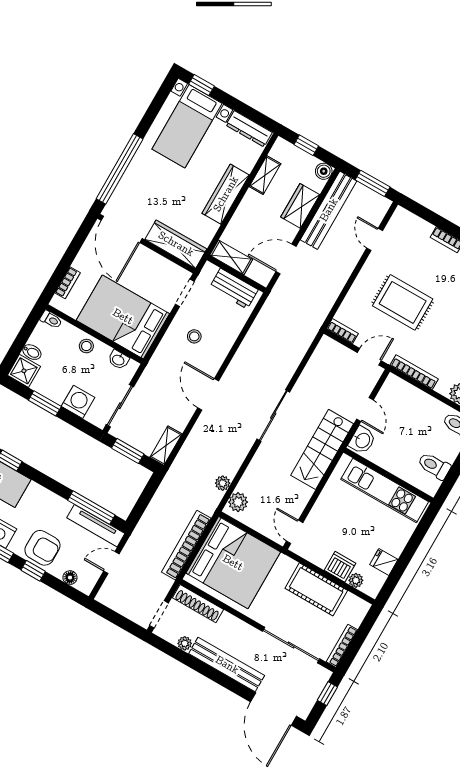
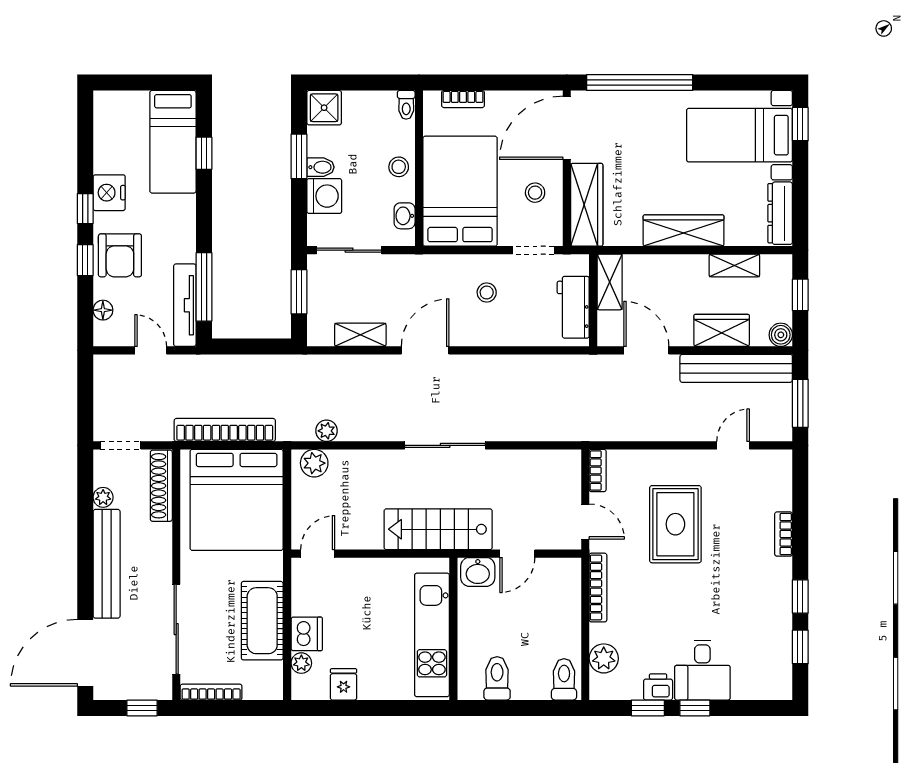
stool: (150, 272) -> (535, 193), added
bidet: (32, 352) -> (321, 167), moved, turned -90
shelving: (166, 446) -> (360, 335), moved

